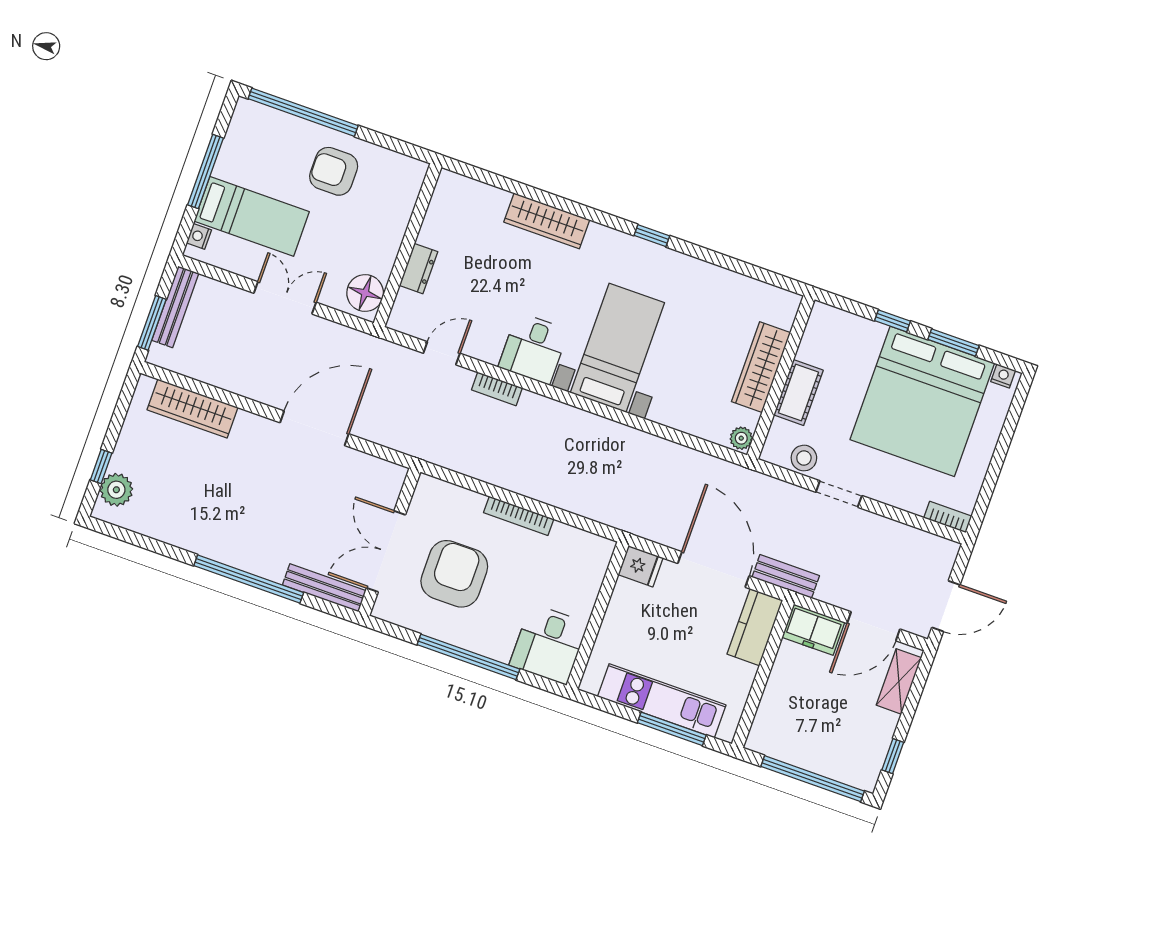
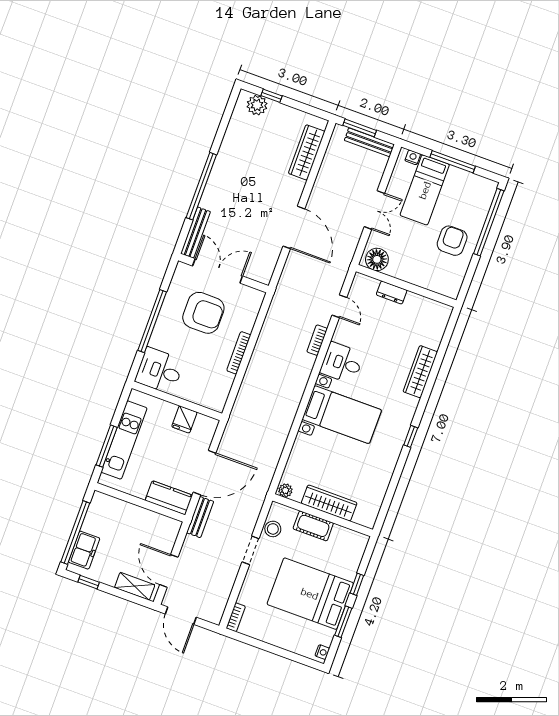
bed: (922, 401) -> (310, 594), width x0.73
fridge: (641, 566) -> (184, 419), moved
freezer: (813, 630) -> (84, 550), moved, turned 180

